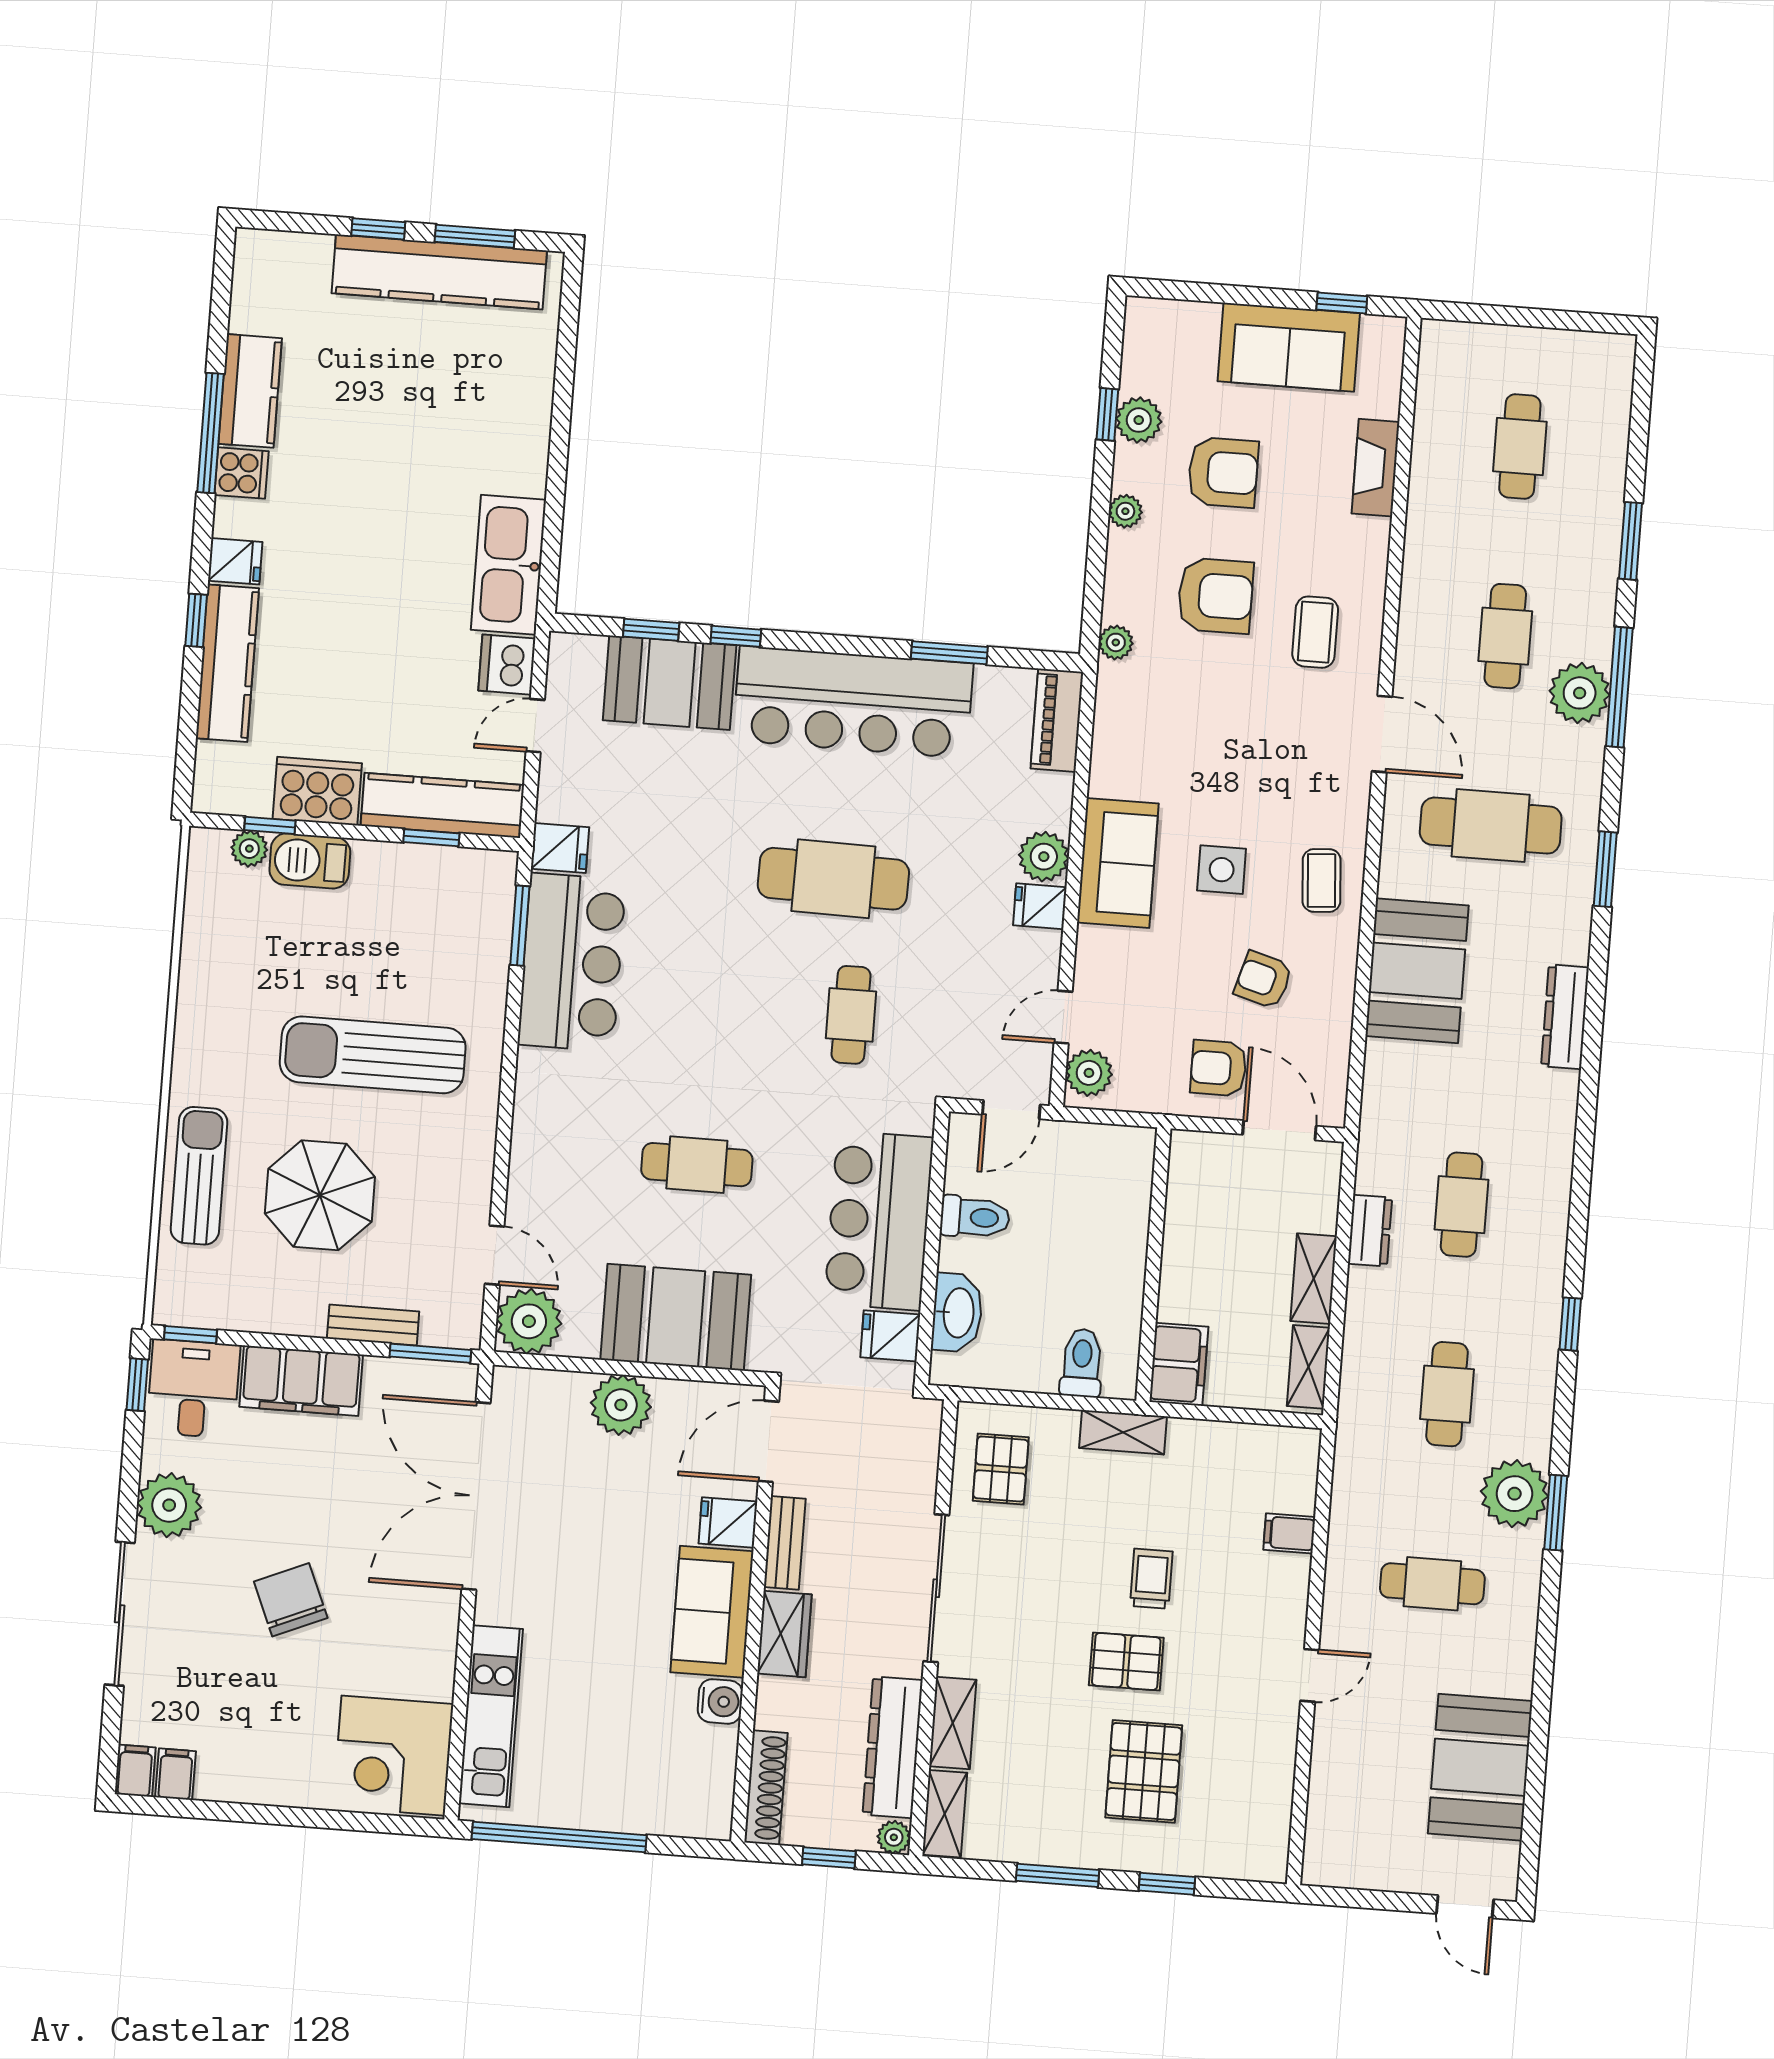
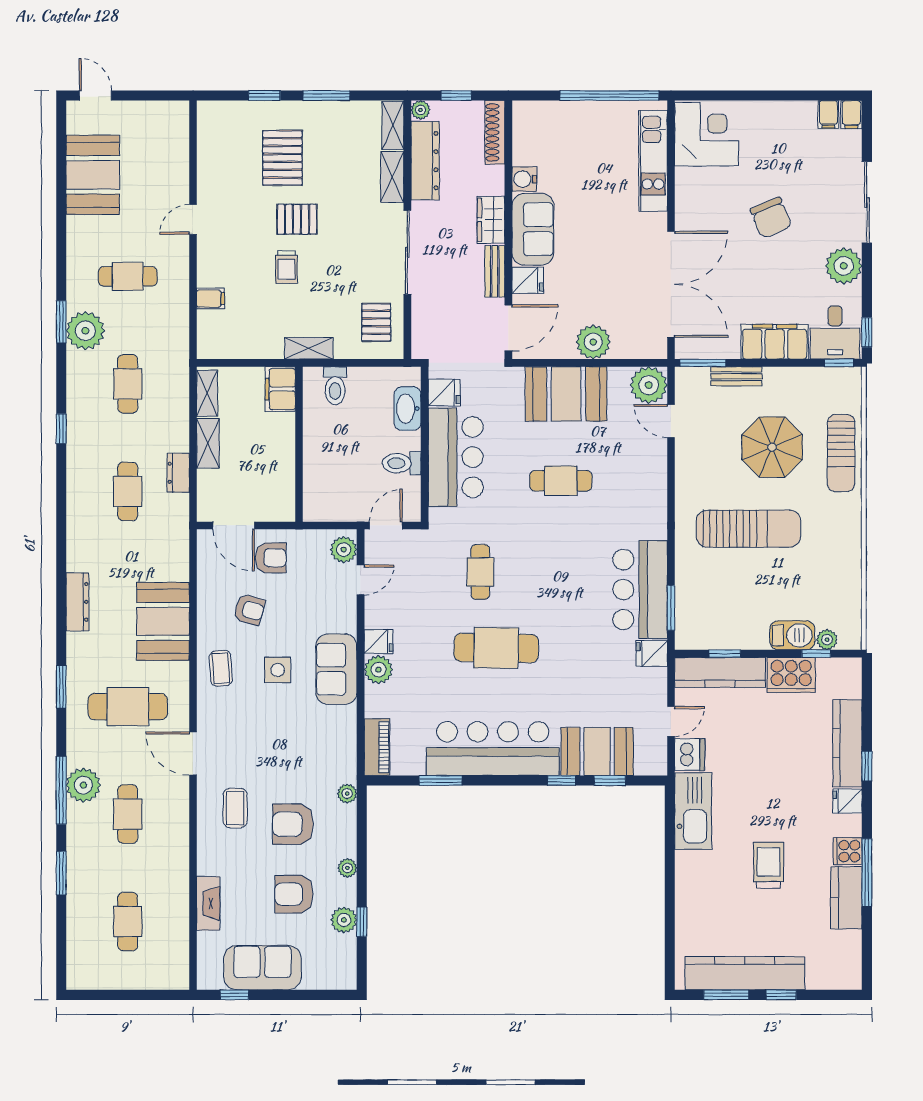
trolley: (383, 459) -> (769, 865), added

